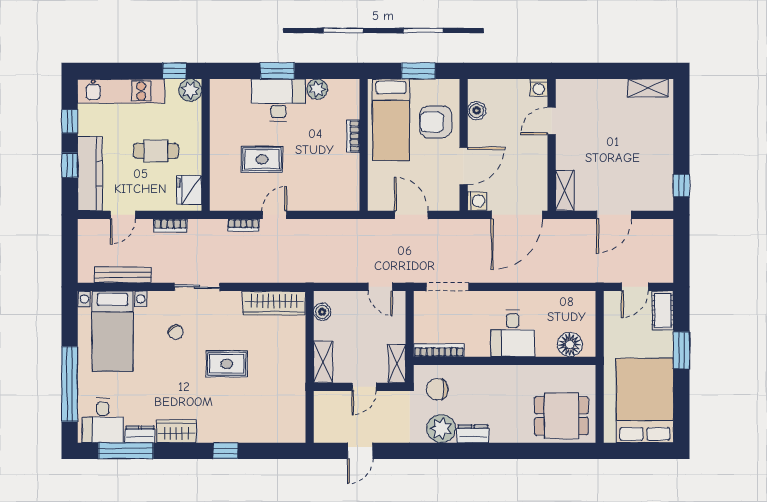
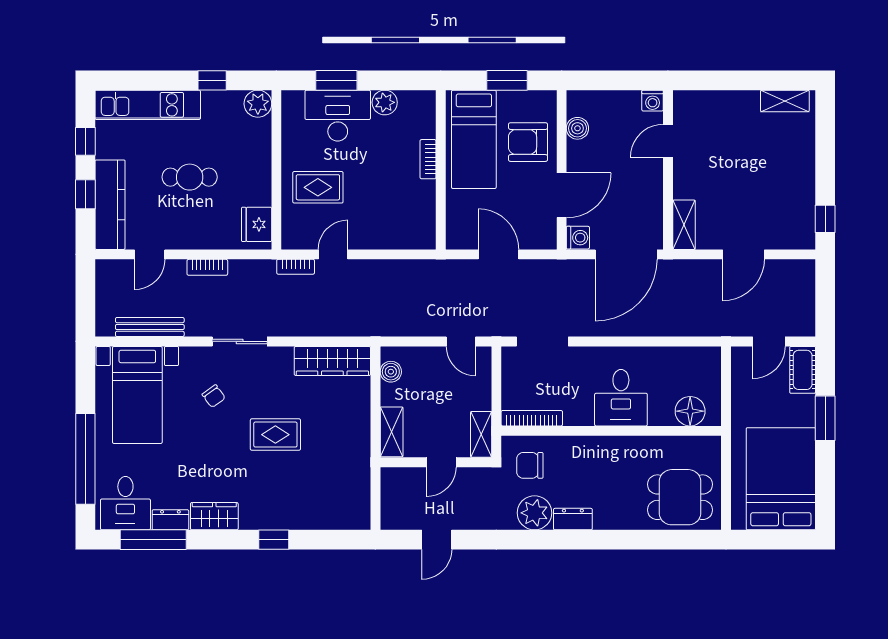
plant: (190, 90) -> (258, 104), moved
wall: (206, 145) -> (276, 170), moved
fridge: (189, 190) -> (257, 224), moved

